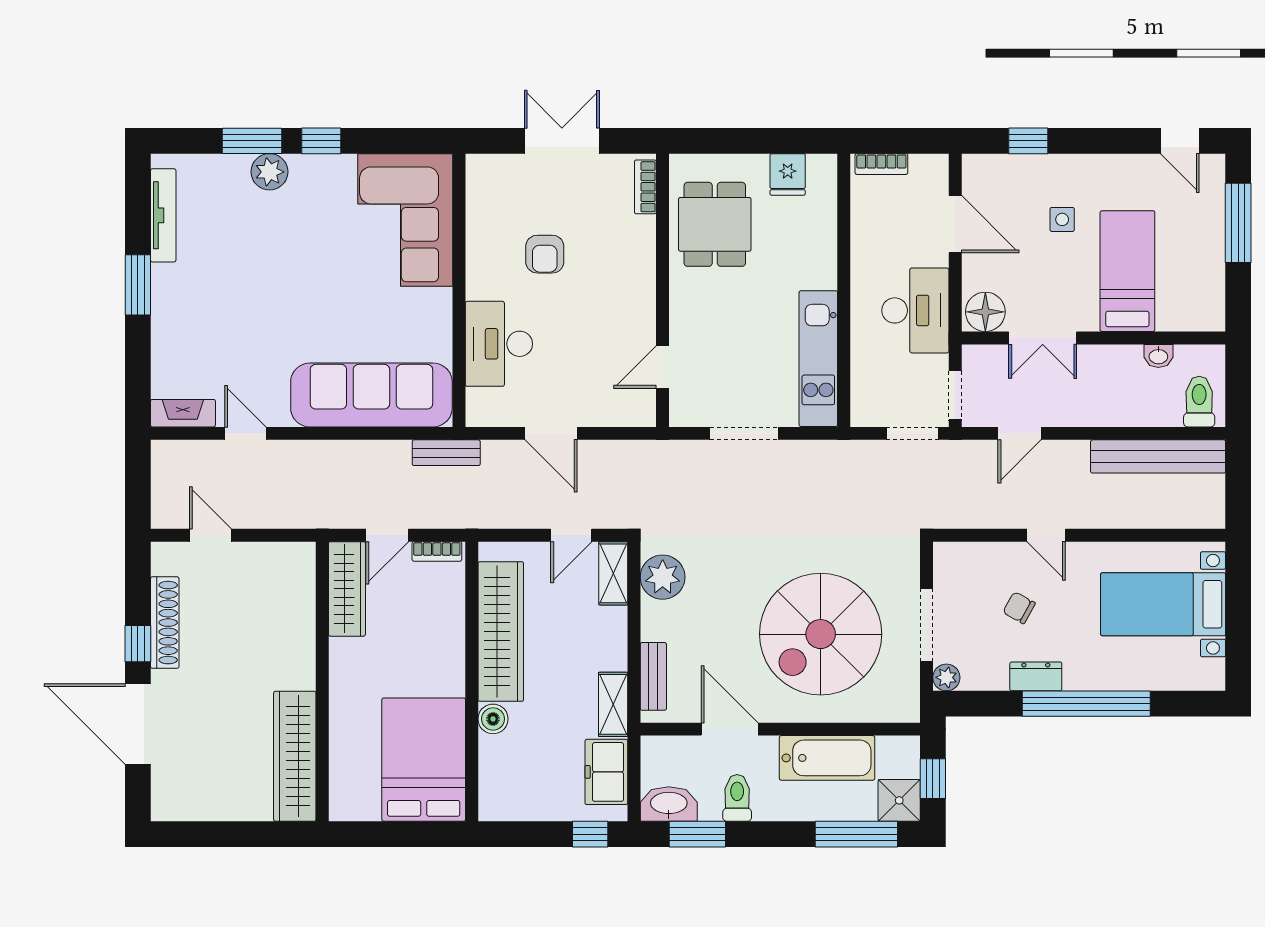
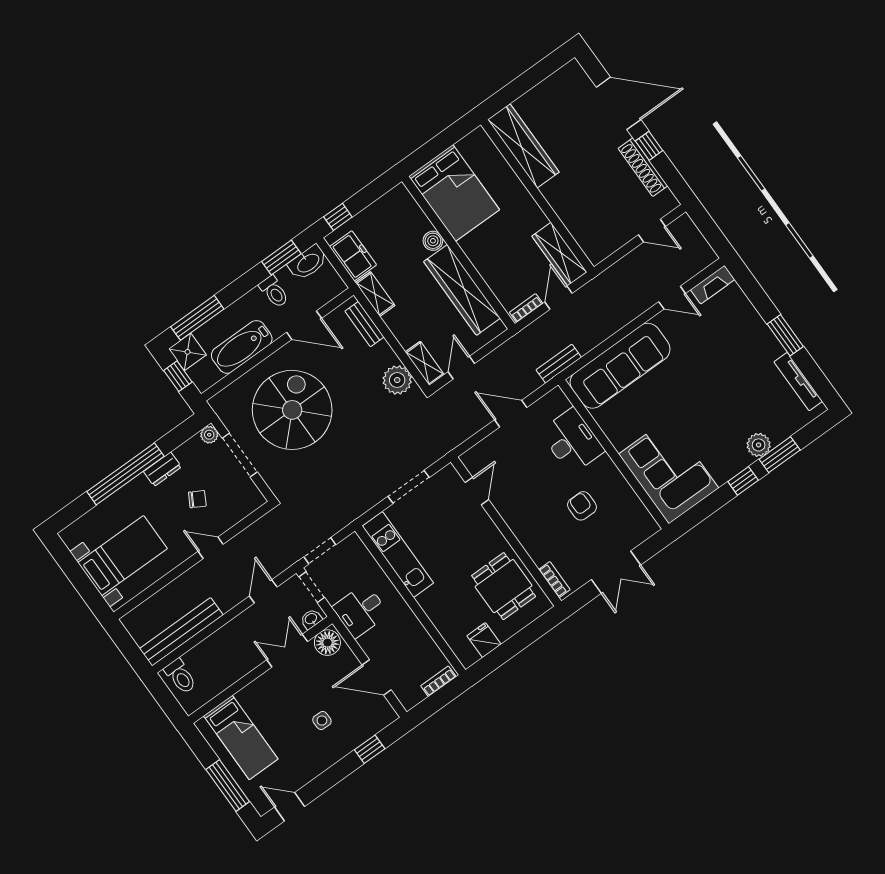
bed: (1127, 271) -> (241, 737), moved
desk: (915, 310) -> (361, 611), width x0.73
washbasin: (1158, 356) -> (311, 619), moved

